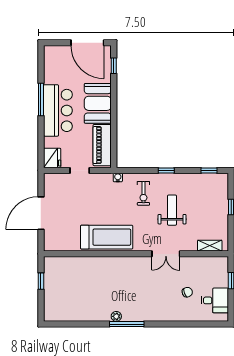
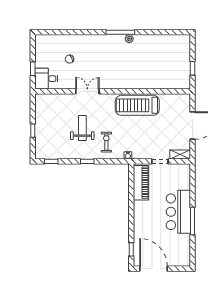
booth: (98, 103) -> (145, 218), removed
fridge: (52, 158) -> (183, 172), removed
weight bench: (172, 210) -> (82, 128), turned 180
shelving: (210, 246) -> (180, 155), moved
desk: (215, 300) -> (46, 79), moved

